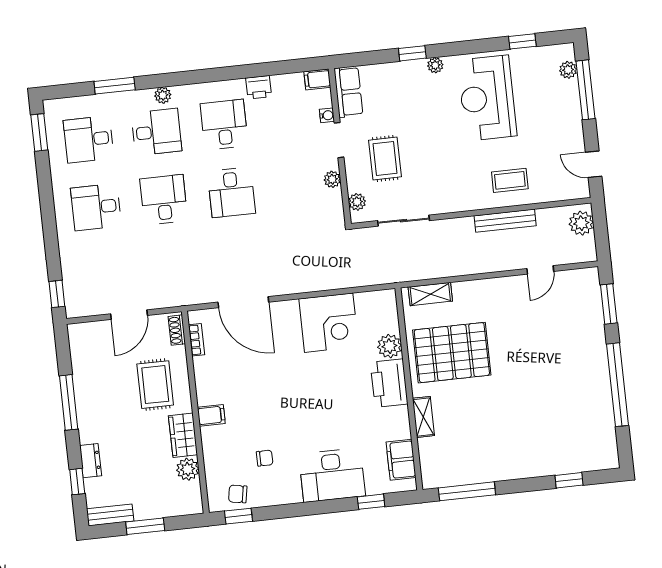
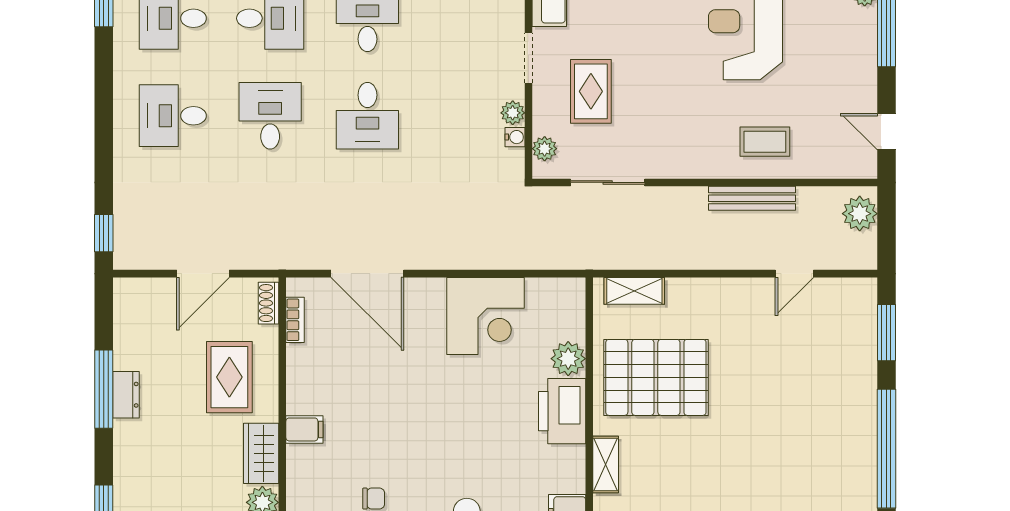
water cooler: (327, 115) -> (515, 137), moved
dresser: (91, 461) -> (126, 395), moved

